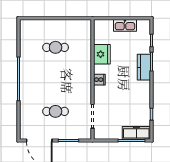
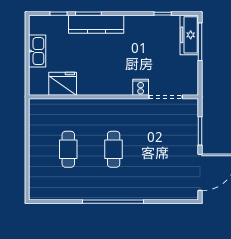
fridge: (102, 54) -> (63, 84), moved
kitchen counter: (144, 67) -> (96, 24), width x1.50
cooker: (99, 80) -> (141, 87), moved
cafe table: (56, 111) -> (114, 149), moved

